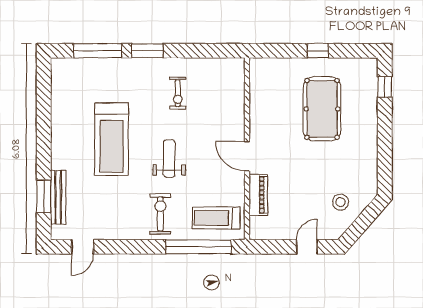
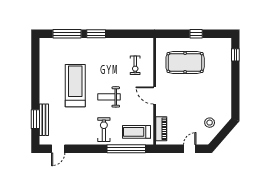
exercise bike: (178, 93) -> (135, 65), moved
pool table: (322, 109) -> (185, 62), moved, turned 90
treadmill: (112, 139) -> (75, 86), turned 180
weight bench: (169, 158) -> (109, 97), turned -90
piano: (258, 195) -> (161, 129), moved

